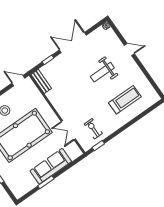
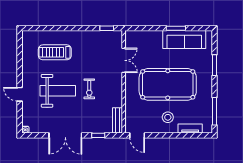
weight bench: (102, 72) -> (58, 91), width x1.36, depth x1.33
exercise bike: (93, 129) -> (89, 89), moved
sofa: (51, 166) -> (184, 39), moved

